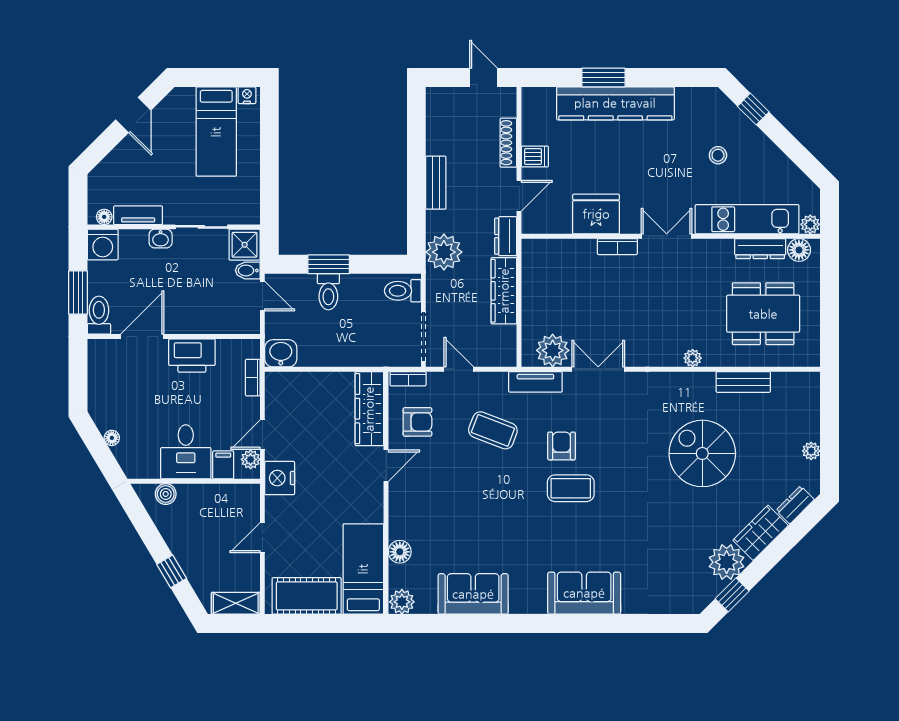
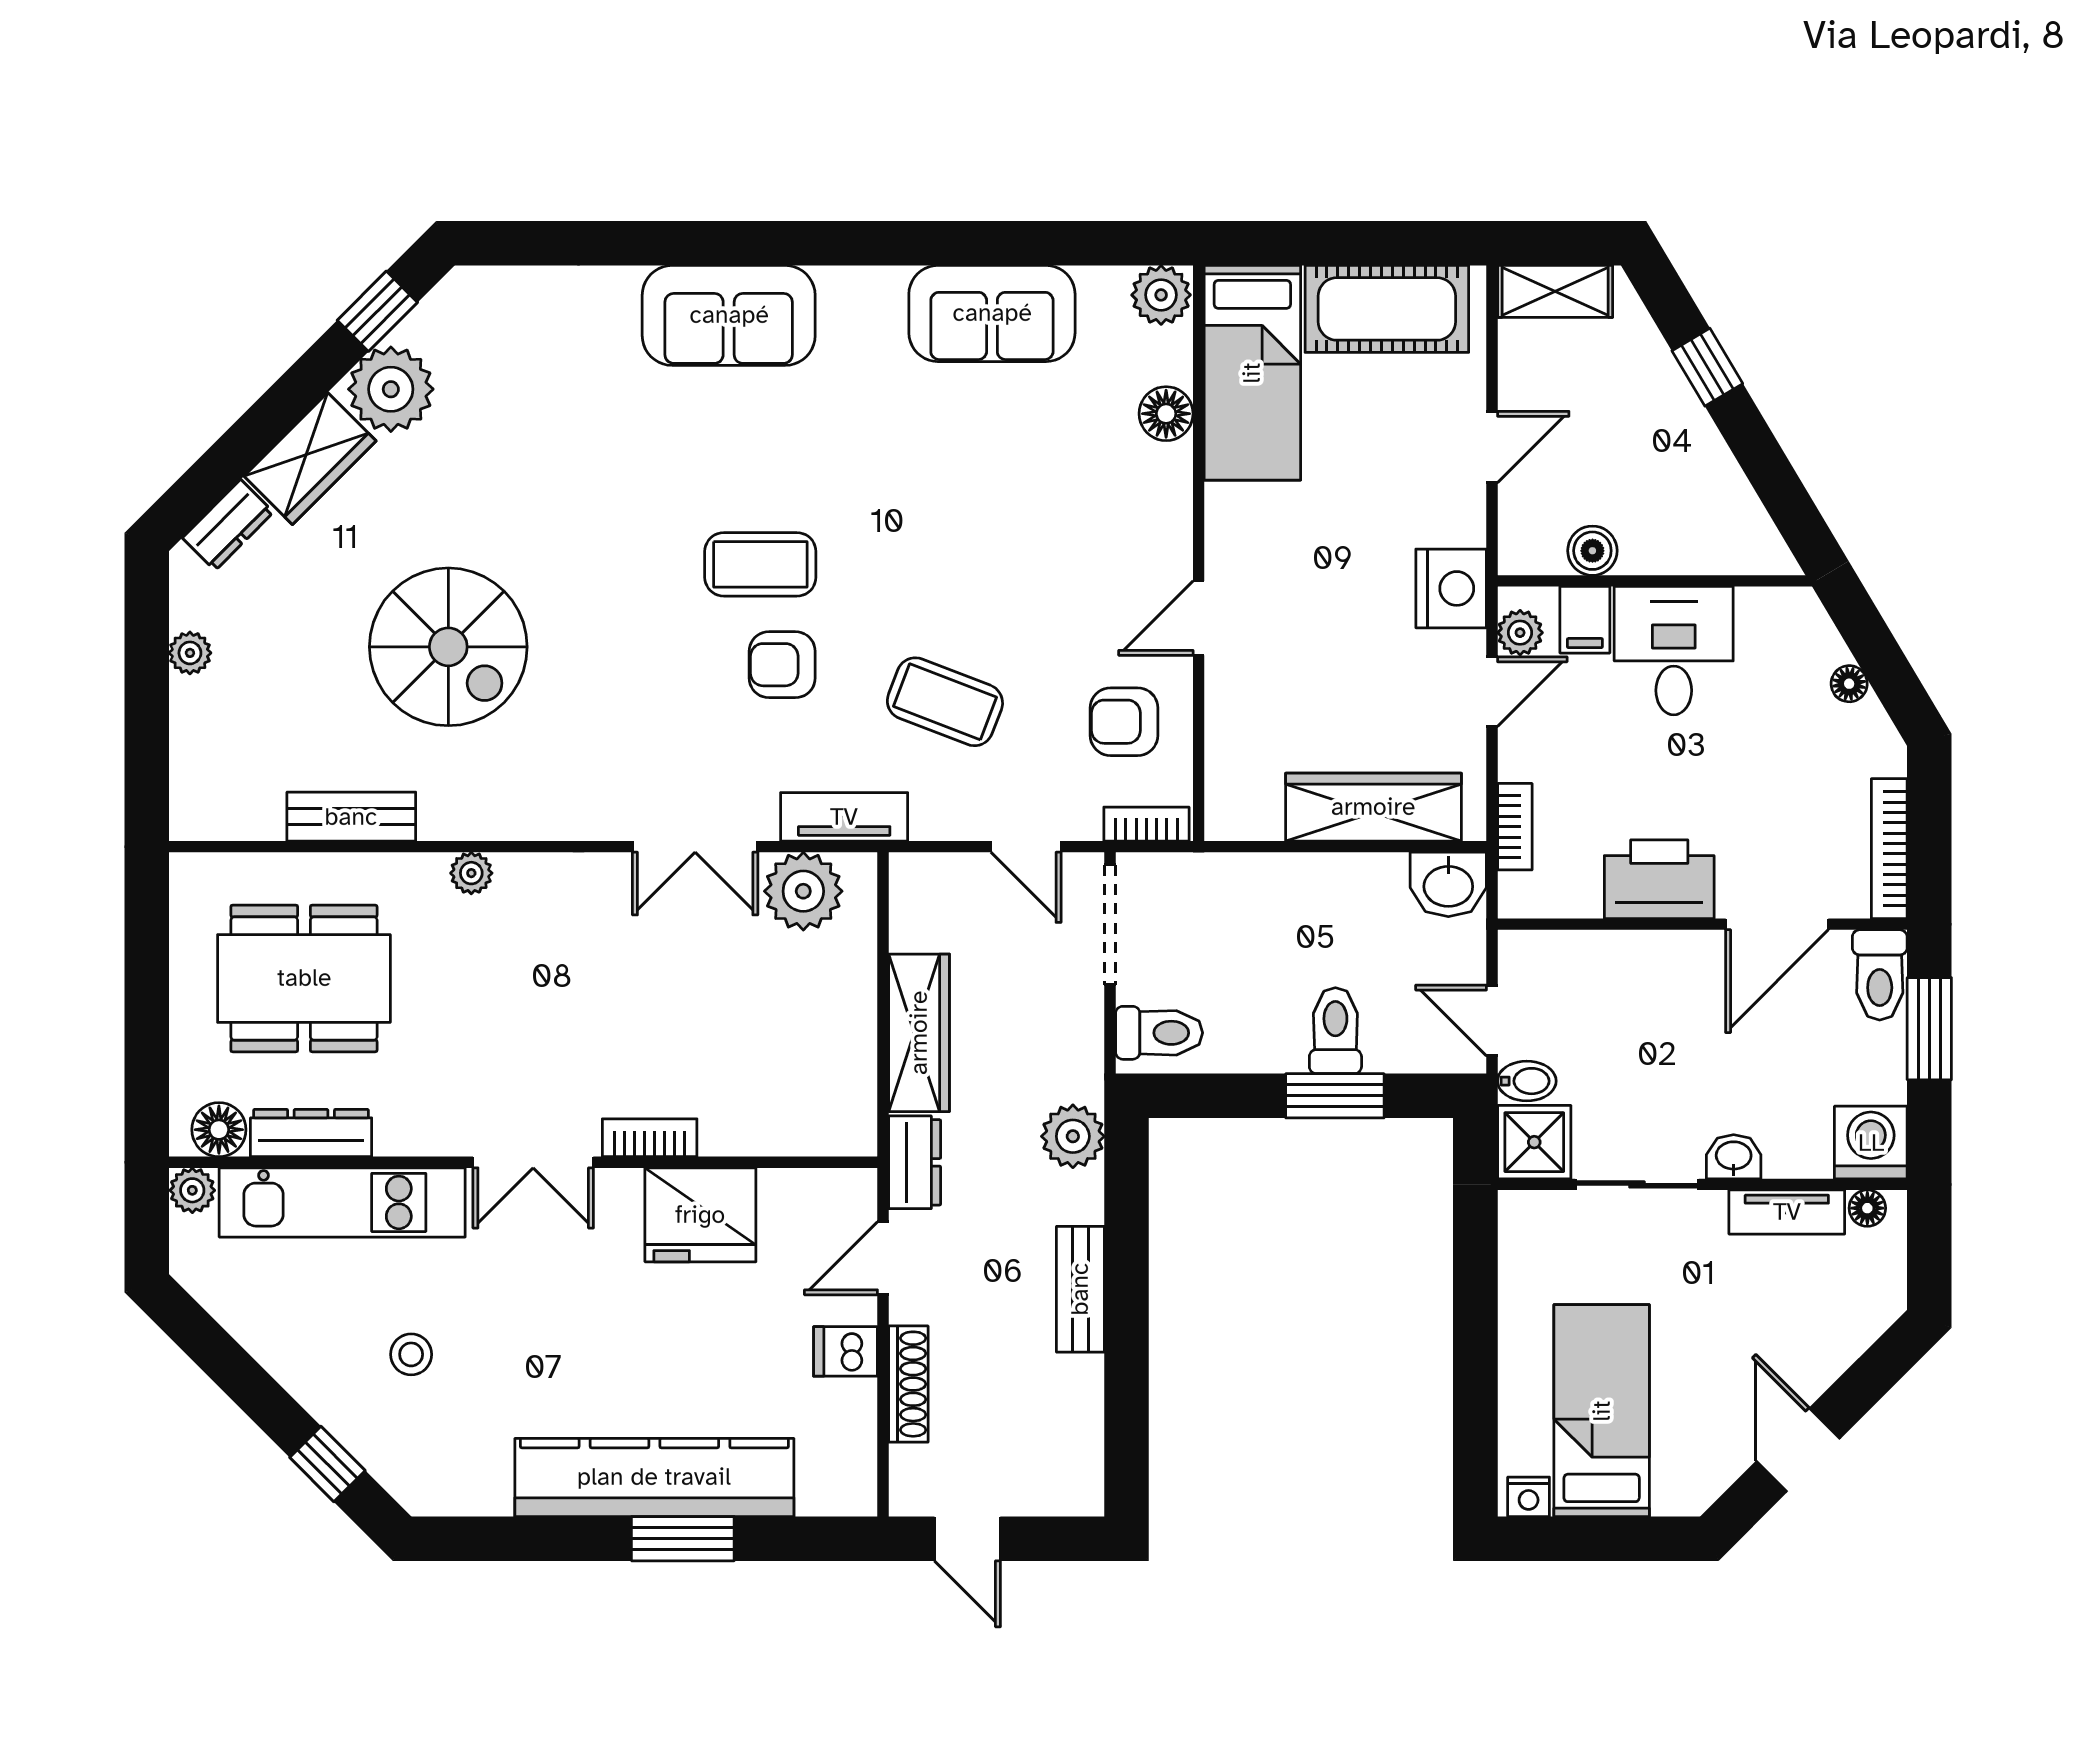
plant: (444, 252) -> (1073, 1136), width x0.73, depth x0.73
bookcase: (95, 368) -> (1889, 849), added
wardrobe: (369, 409) -> (1373, 807), moved, turned -90
armchair: (562, 446) -> (782, 665), turned 90
boiler: (166, 494) -> (1592, 551), moved

